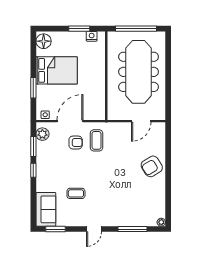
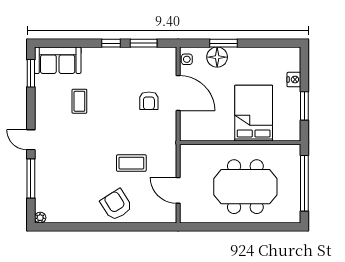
nightstand: (92, 36) -> (294, 80), moved
floor lamp: (44, 41) -> (217, 57), moved
bed: (57, 70) -> (254, 113), moved, turned 180
meeting table: (139, 72) -> (245, 187), width x0.73
plant: (42, 134) -> (160, 56), removed
coffee table: (96, 140) -> (131, 163), moved
door: (94, 229) -> (31, 140), moved

